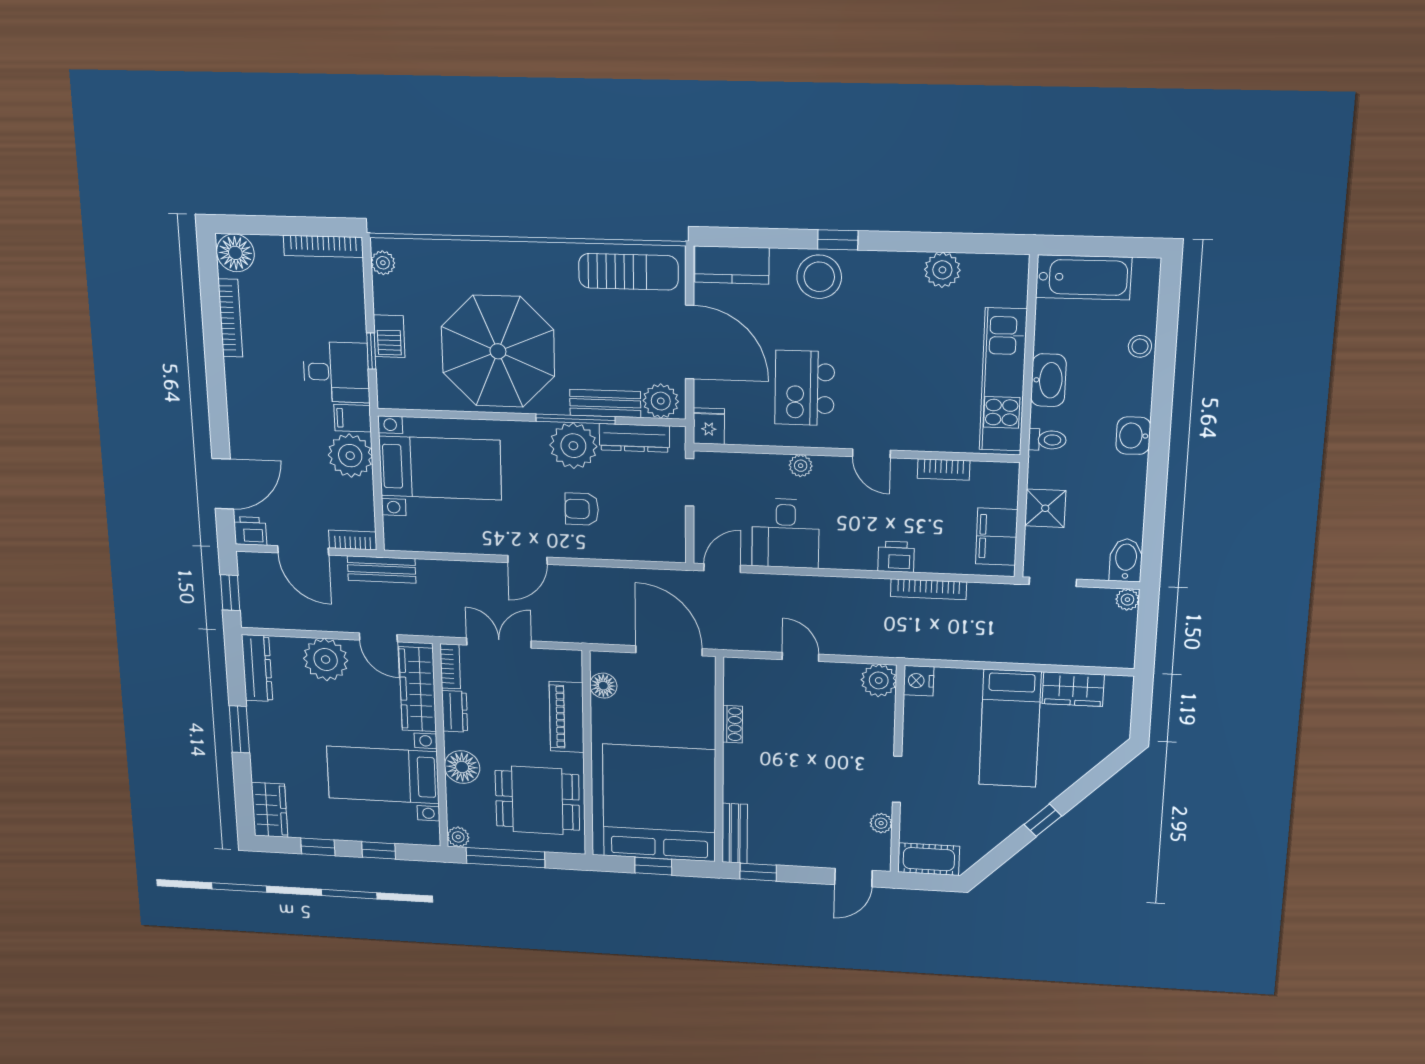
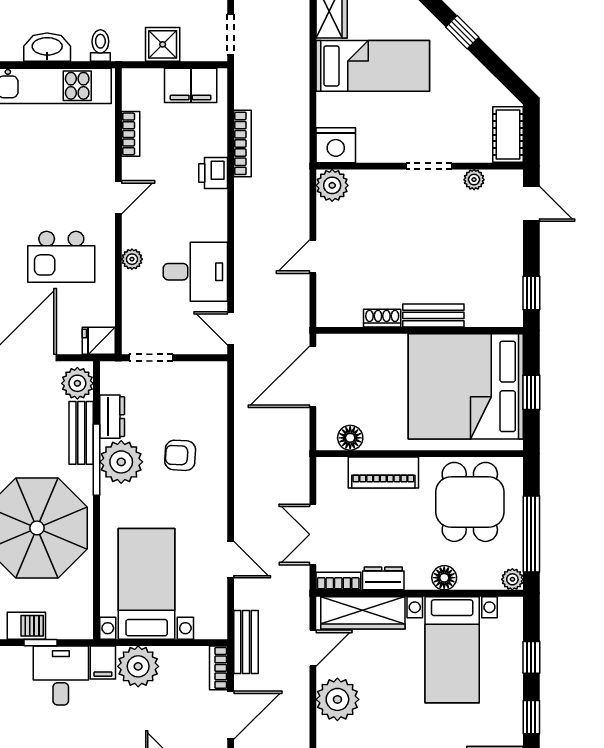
dresser: (634, 438) -> (112, 417), width x0.70
armchair: (582, 509) -> (180, 455), turned 93
door: (527, 560) -> (231, 560), moved
nightstand: (919, 681) -> (336, 145), width x1.36, depth x1.33
floor lamp: (462, 767) -> (444, 578), width x0.73, depth x0.73
bench: (735, 833) -> (433, 315), moved

